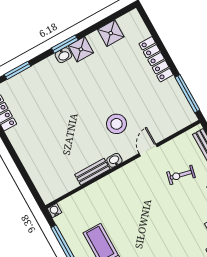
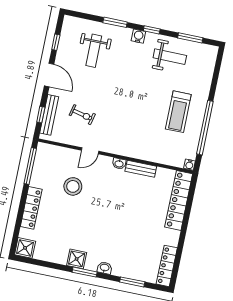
shower: (111, 33) -> (25, 248), moved
washbasin: (63, 55) -> (105, 268), moved
stool: (117, 124) -> (73, 186), moved
locker: (38, 173) -> (179, 200), added

